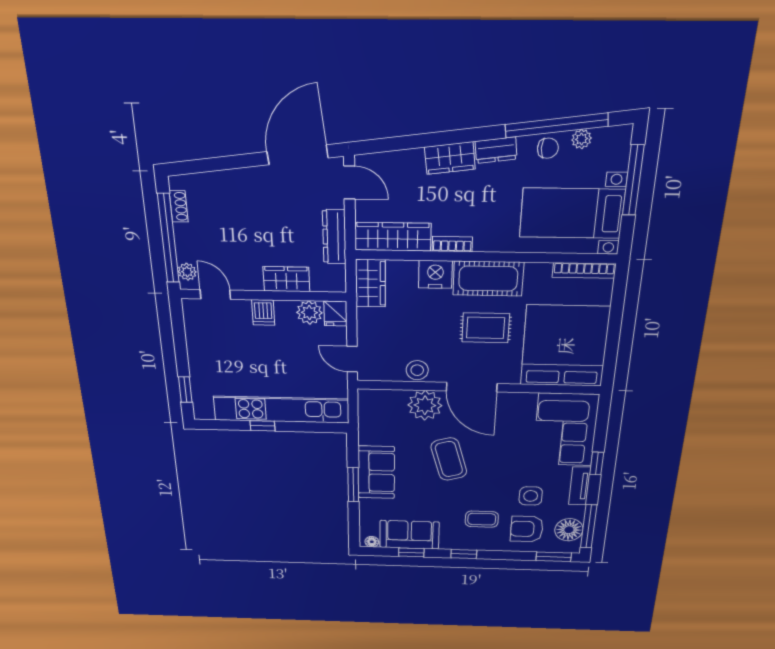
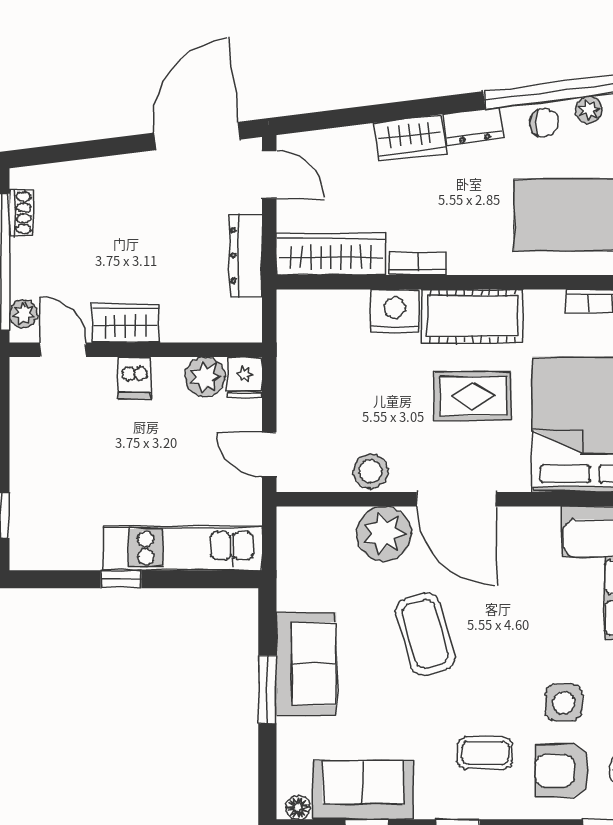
wardrobe: (286, 279) -> (126, 323), moved
wardrobe: (370, 283) -> (298, 327), removed
kitchen unit: (281, 410) -> (182, 548), width x0.73

